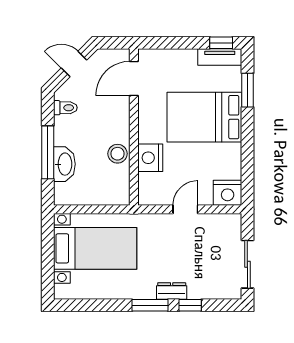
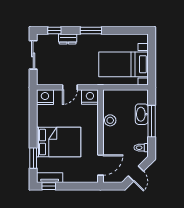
door: (74, 64) -> (136, 174), hinge flipped
nightstand: (150, 158) -> (90, 97), moved, turned -90
dresser: (172, 291) -> (68, 39), moved
window: (190, 305) -> (54, 31), moved

